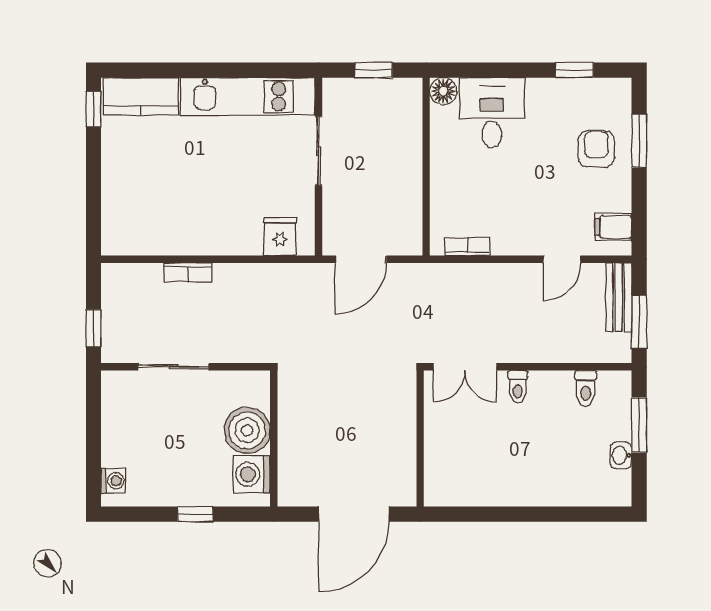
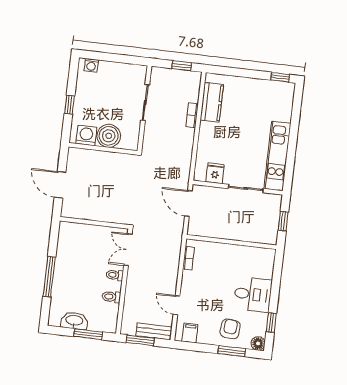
floor lamp: (443, 91) -> (258, 343), moved
kitchen counter: (141, 96) -> (212, 102), moved, turned 180
desk: (492, 113) -> (253, 294), moved
armchair: (596, 149) -> (230, 329), turned -85
fridge: (280, 236) -> (215, 173), moved, turned -90
window: (93, 328) -> (182, 66), moved
toilet: (586, 388) -> (111, 297), moved
washbasin: (621, 455) -> (74, 321), width x1.91, depth x1.45
door: (354, 514) -> (60, 185), width x0.73
window: (536, 514) -> (49, 277), added

